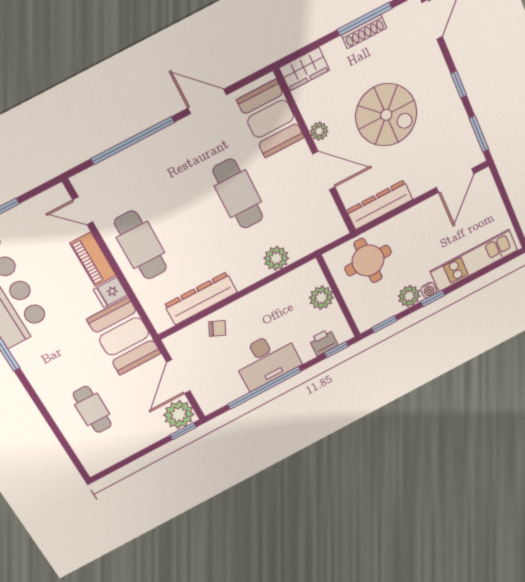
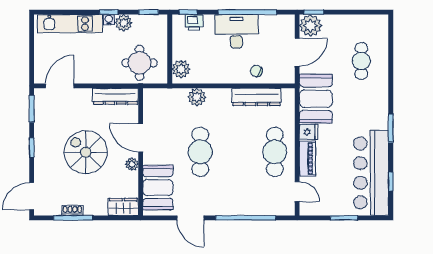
shoe rack: (364, 32) -> (72, 210), width x0.70
plant: (321, 298) -> (181, 69), moved

